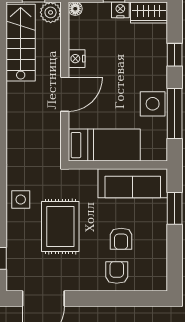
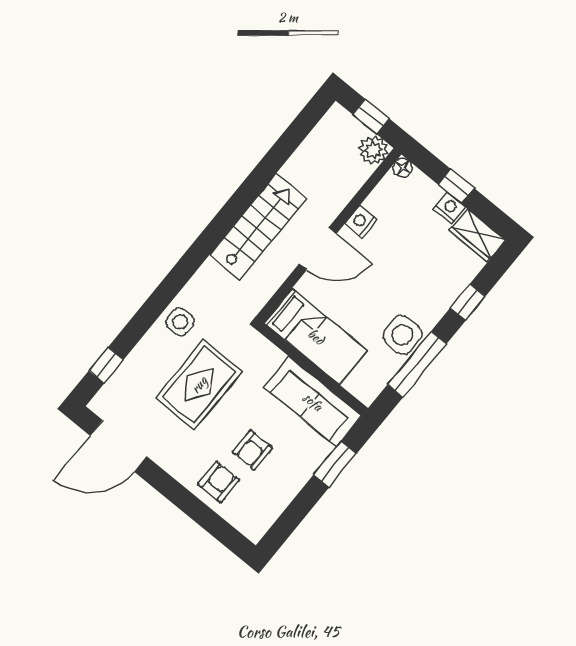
stairs: (21, 43) -> (258, 227), moved

